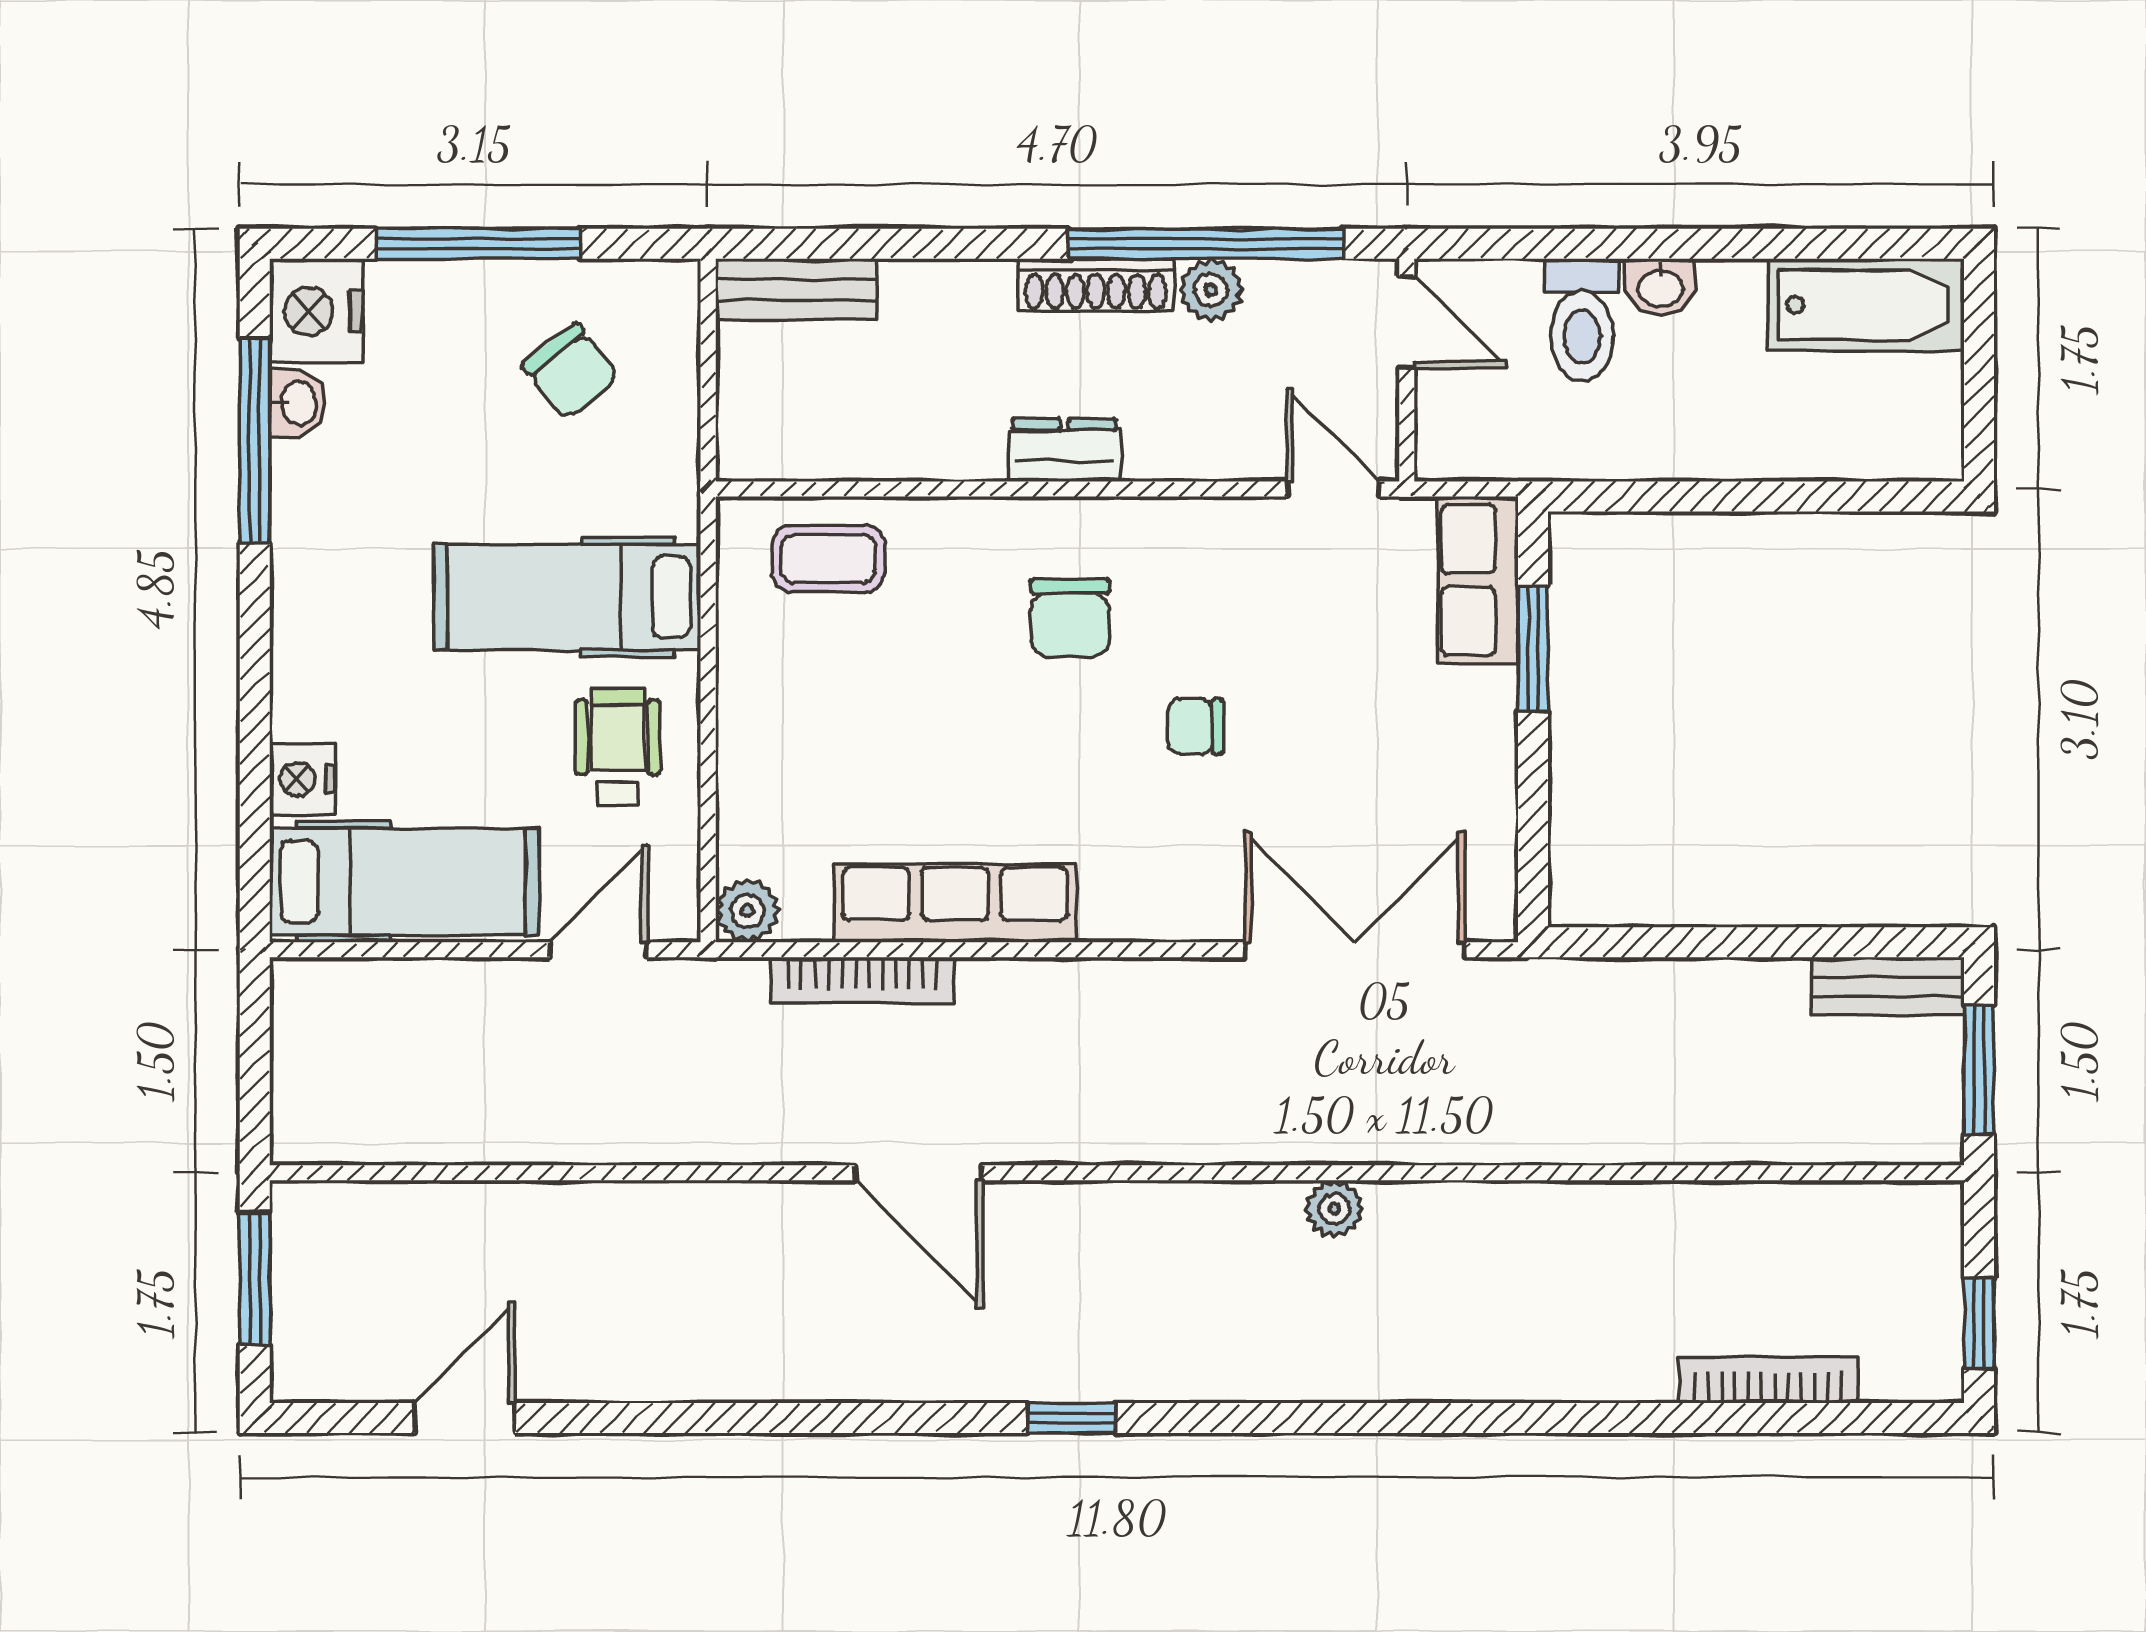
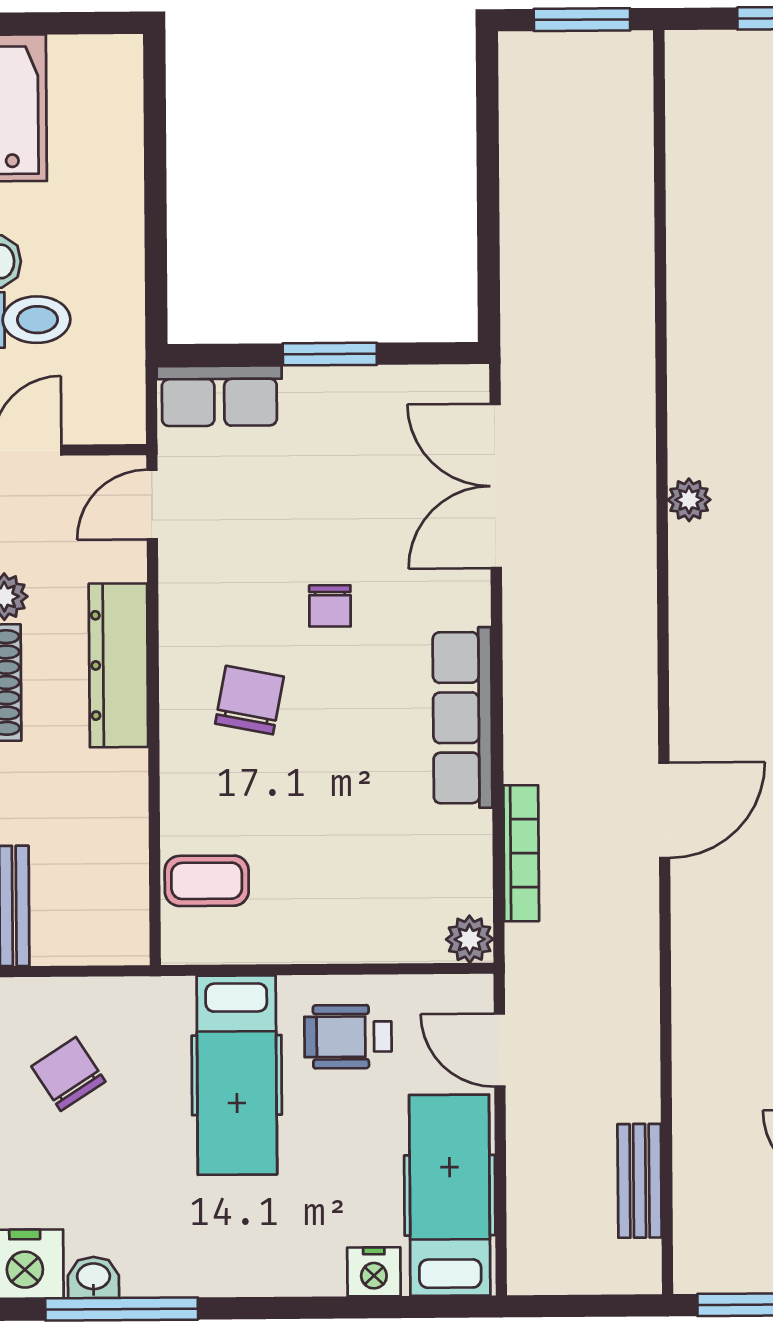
chair: (571, 371) -> (68, 1074), turned -85
dresser: (1064, 450) -> (118, 665), width x1.96, depth x1.24
coffee table: (828, 559) -> (207, 881), turned 90
chair: (1070, 618) -> (249, 700), turned -79
window: (1533, 648) -> (330, 354), moved
row of seats: (955, 903) -> (463, 718), moved
bench: (1888, 986) -> (640, 1181), moved

